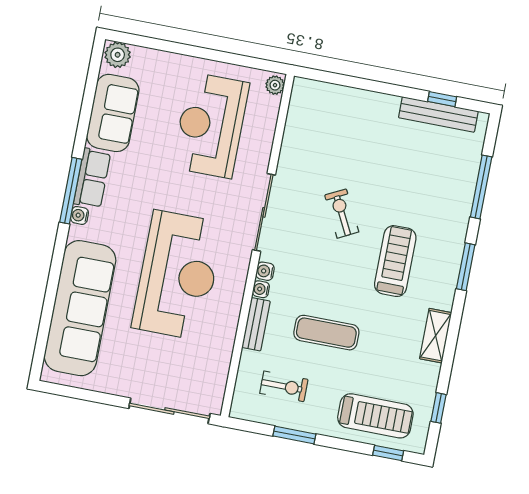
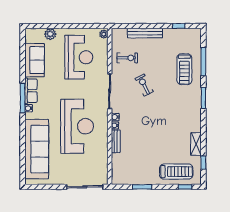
plant: (118, 55) -> (50, 34), moved
bench: (438, 114) -> (145, 33), moved
reception desk: (211, 125) -> (79, 57), turned 180
treadmill: (395, 261) -> (184, 69), moved, turned 180
exercise mat: (326, 333) -> (147, 139), removed
shelving: (436, 336) -> (196, 144), moved
exercise bike: (284, 386) -> (127, 58), moved

